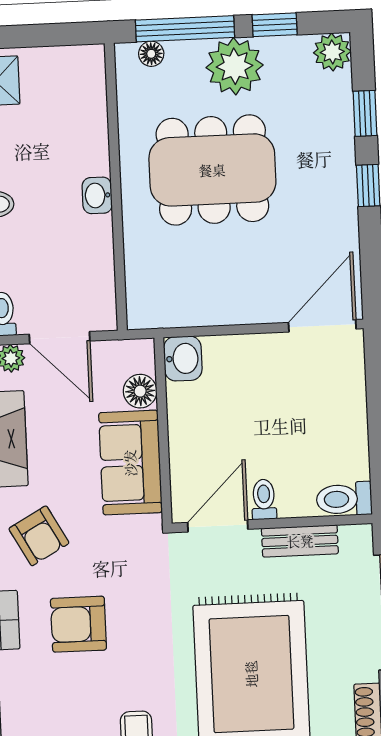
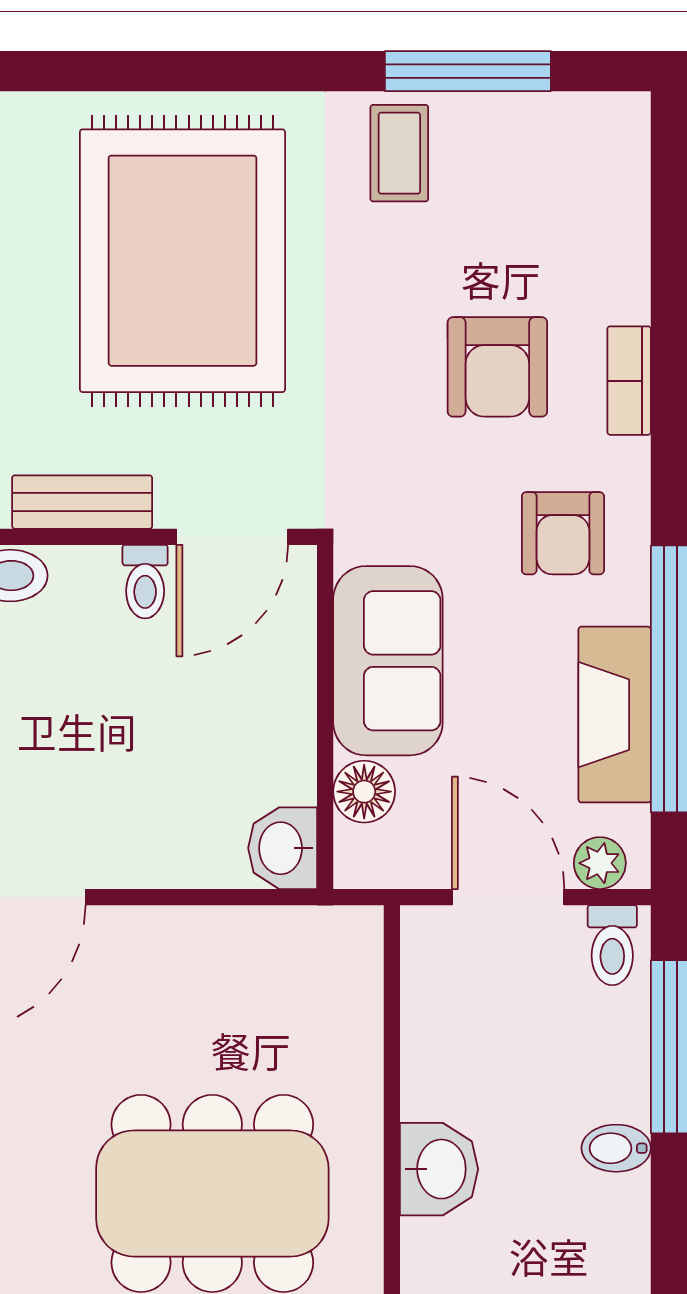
washbasin: (97, 195) -> (439, 1169), width x1.38, depth x1.45
armchair: (39, 536) -> (563, 533), turned -151
armchair: (78, 624) -> (497, 367), turned 90

